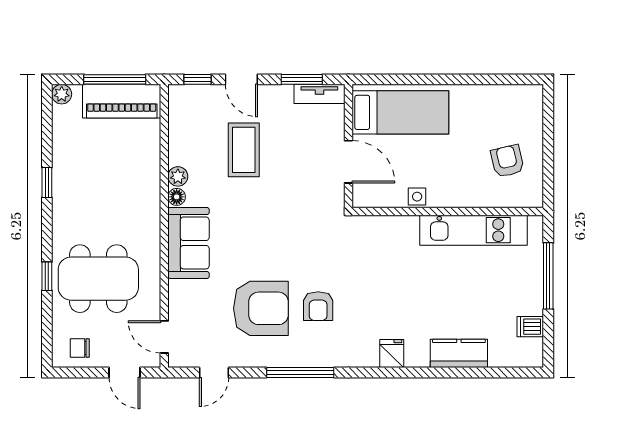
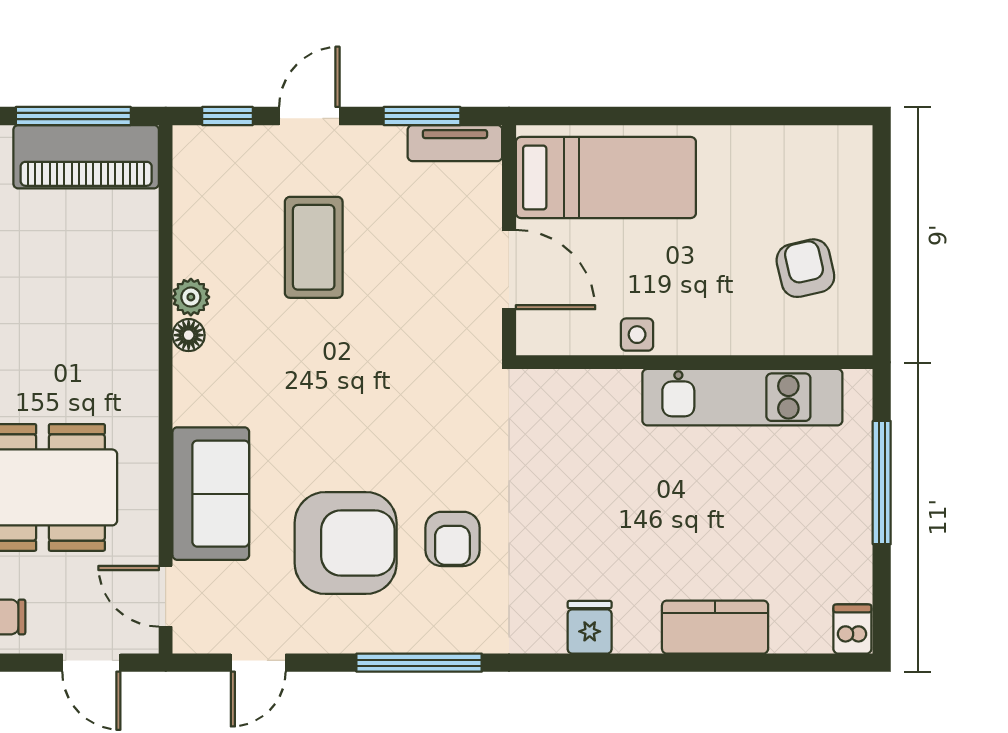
door: (241, 79) -> (309, 116), swing flipped
sofa: (189, 243) -> (211, 494), moved
dishwasher: (530, 327) -> (852, 629), moved, turned 90

